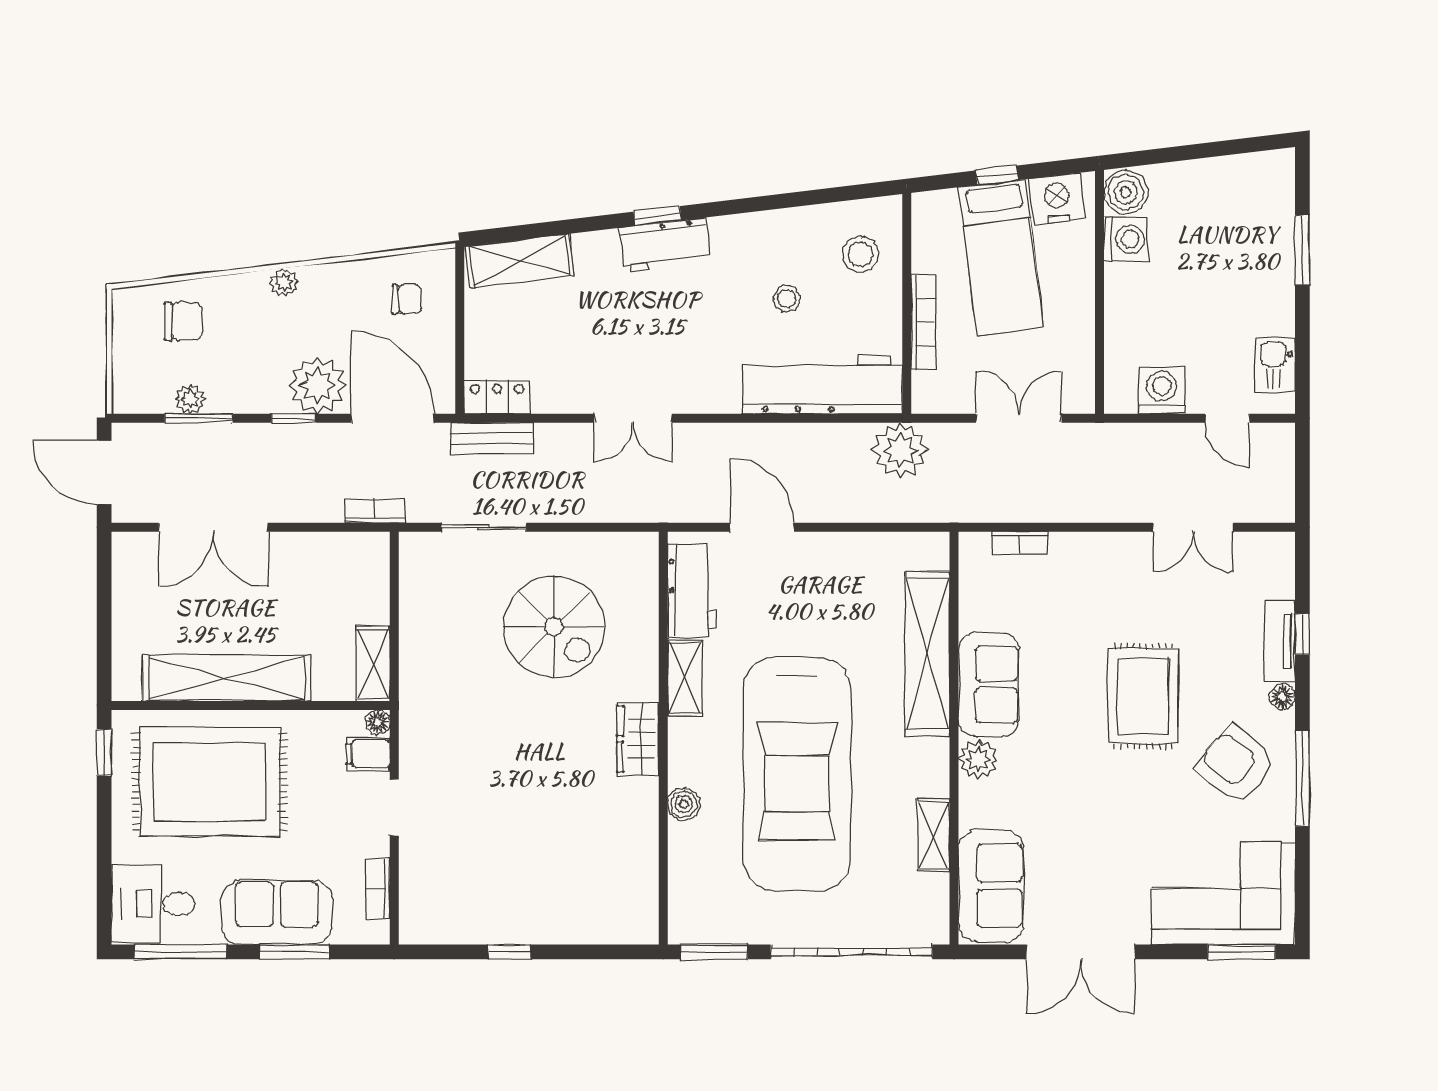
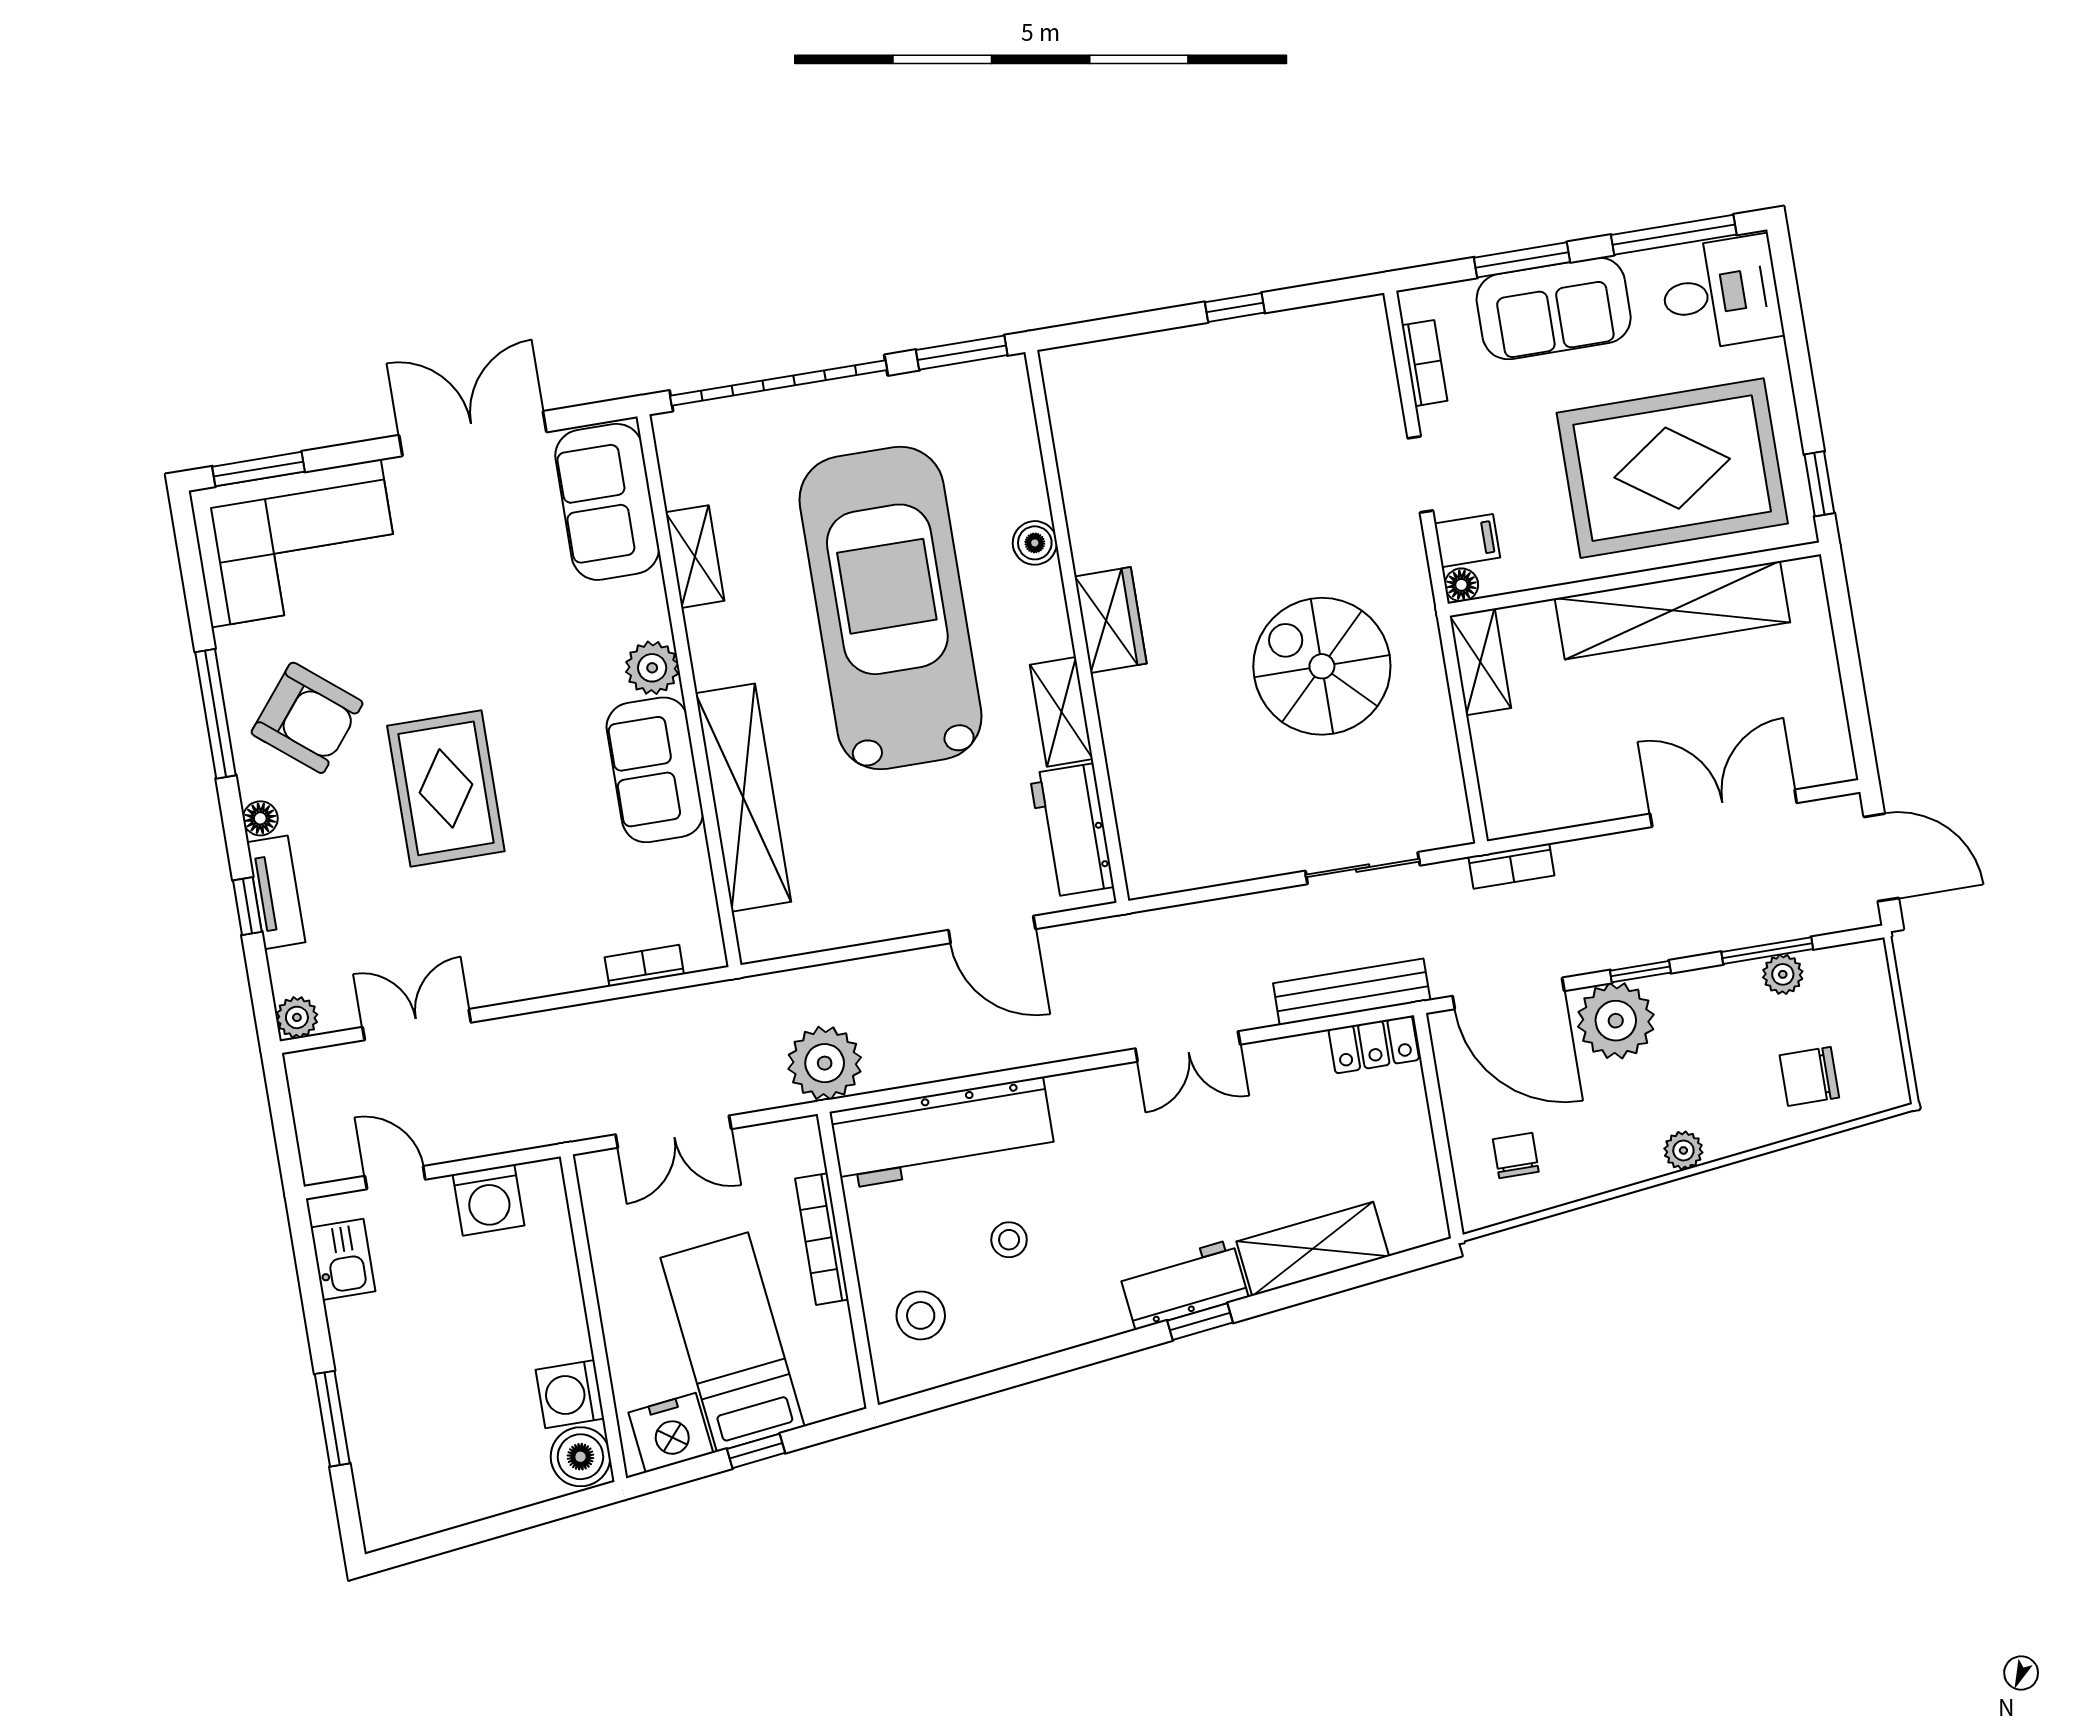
shelving: (519, 261) -> (1313, 1249), moved
chair: (407, 299) -> (1516, 1155), turned 90
double door: (633, 418) -> (1188, 1047), swing flipped
bench: (492, 438) -> (1352, 992), width x1.36
plant: (1280, 547) -> (297, 1017), added
spiral stairs: (554, 627) -> (1322, 666), moved

